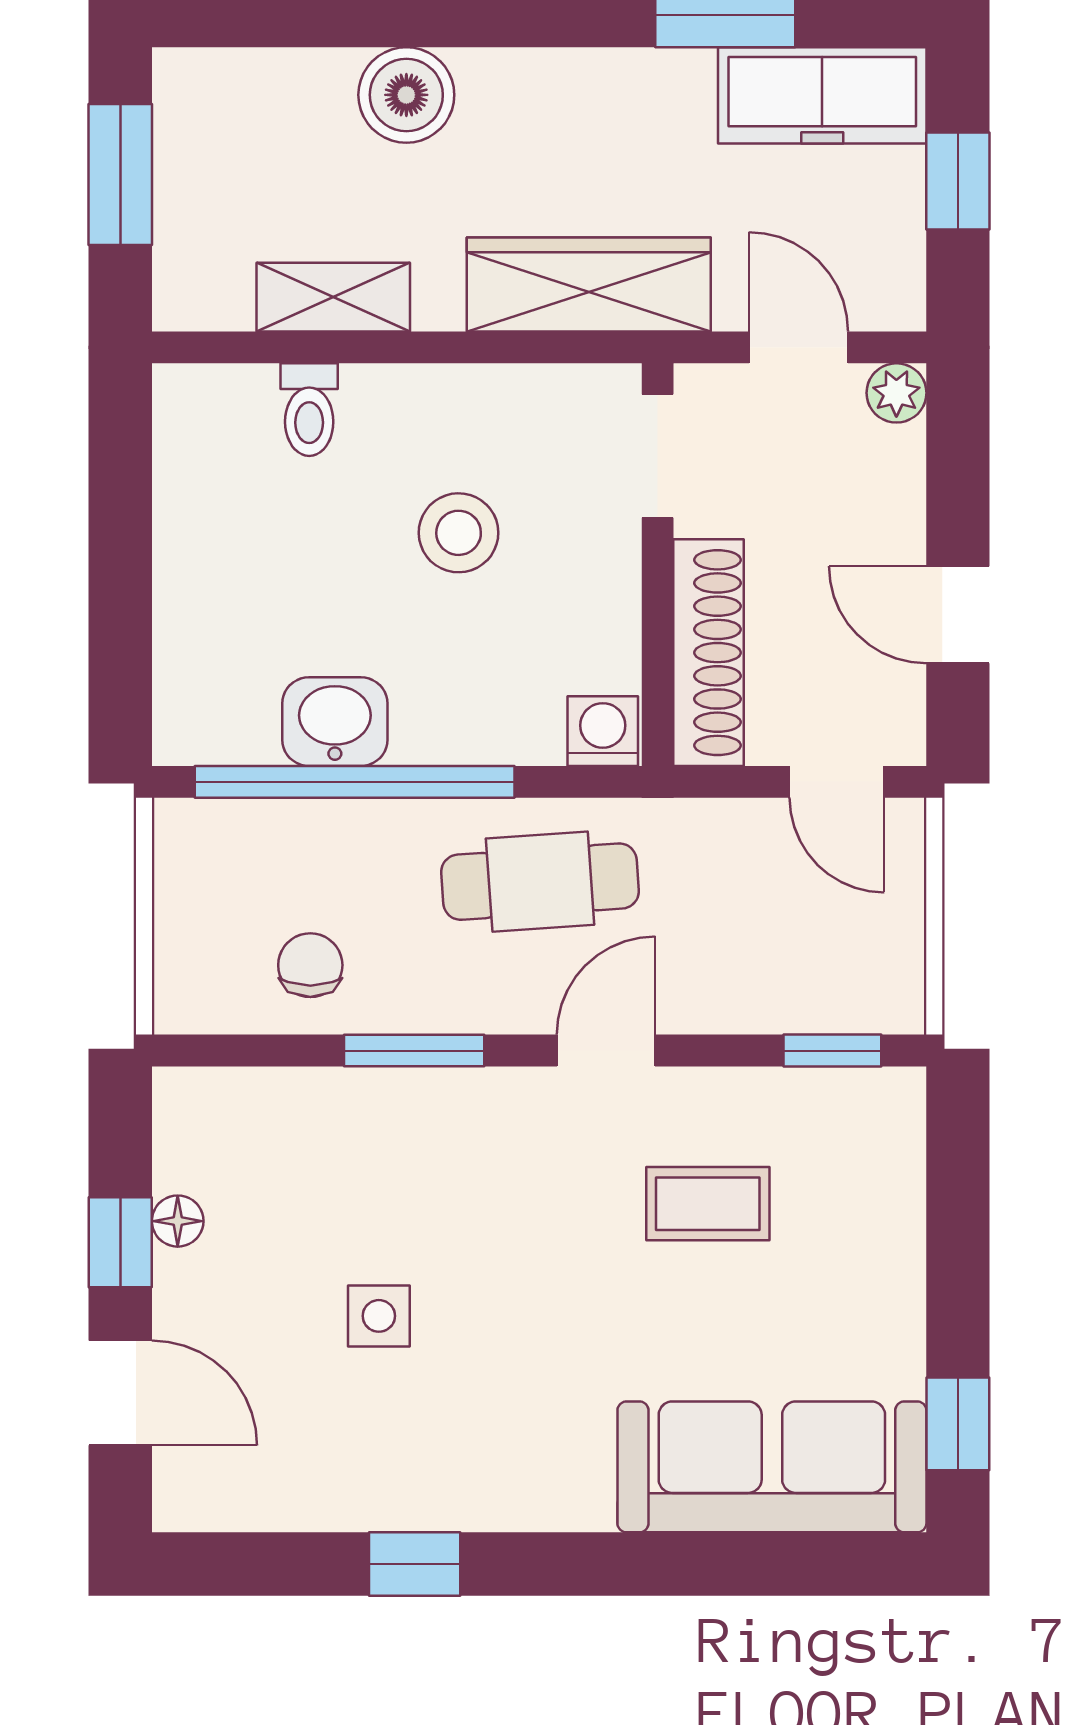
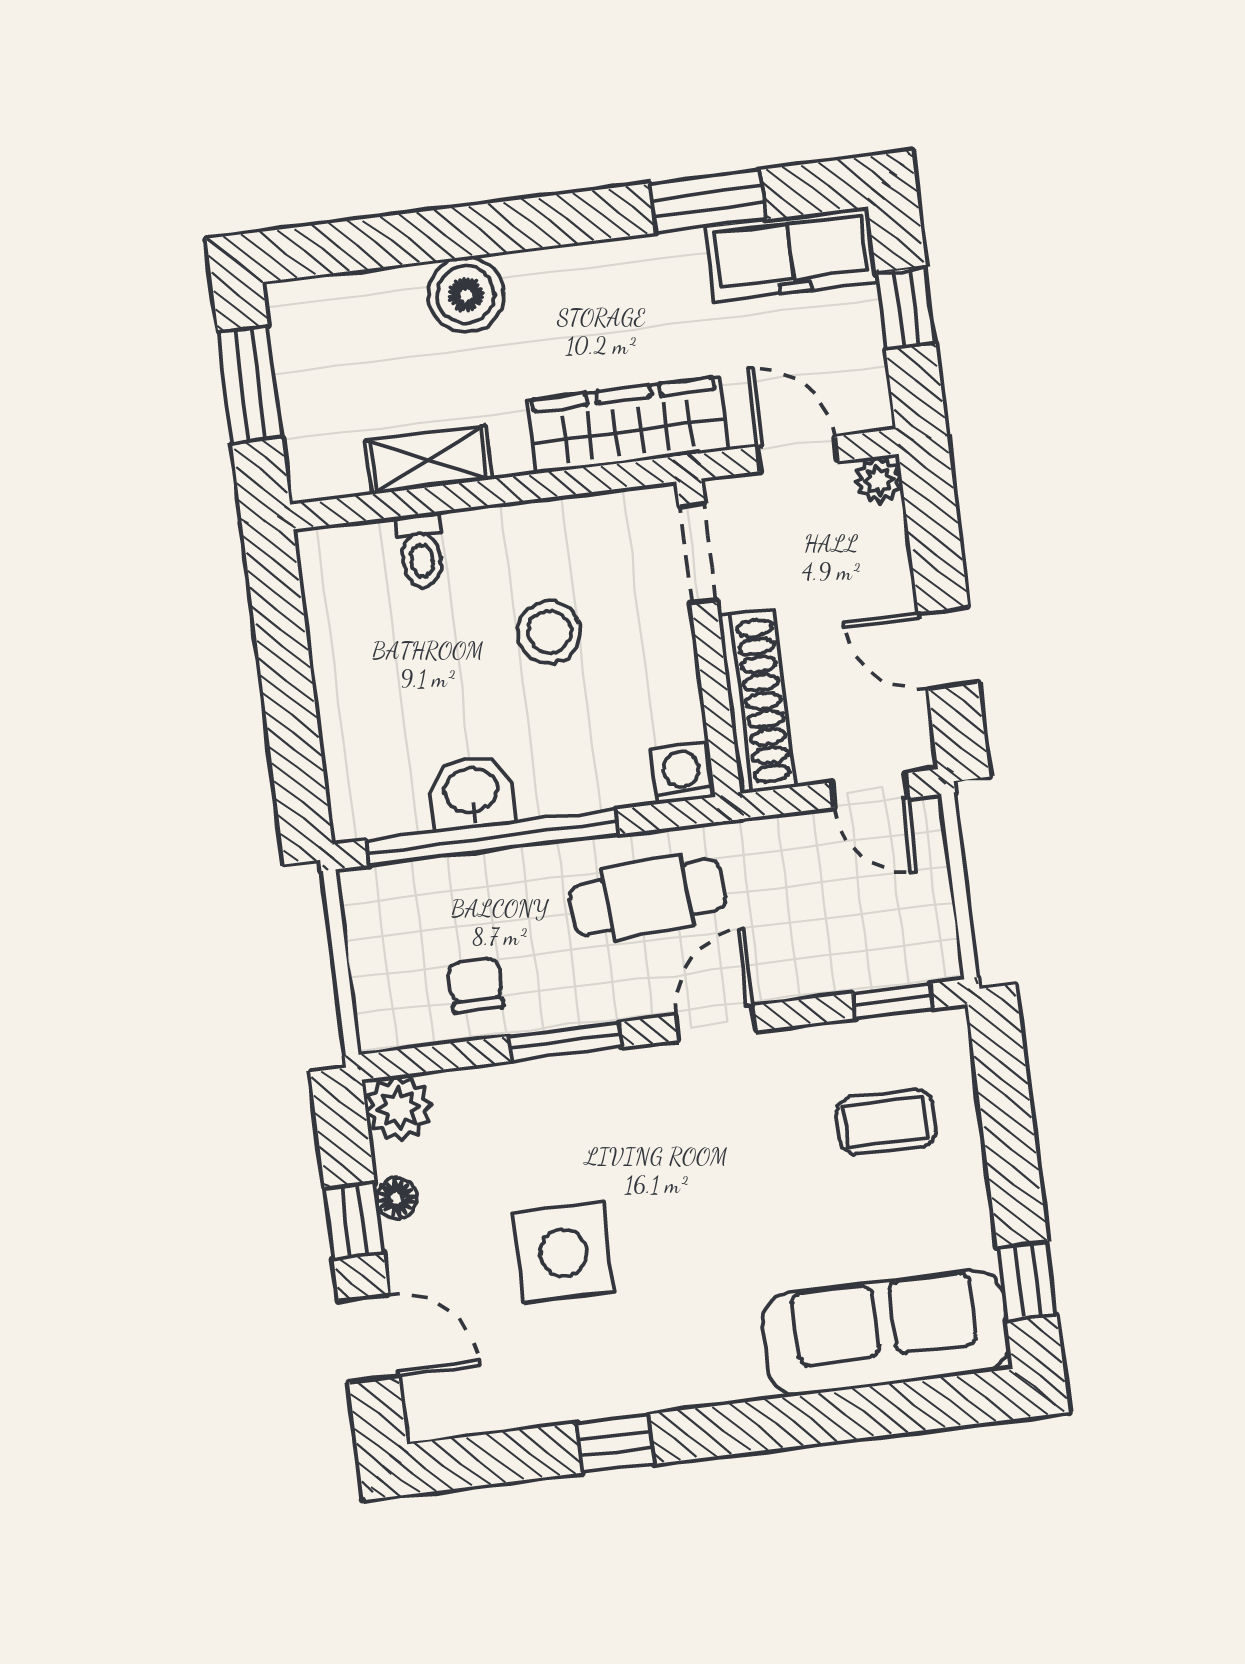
plant: (194, 1109) -> (399, 1109), added
coffee table: (708, 1204) -> (886, 1122), moved
side table: (379, 1316) -> (563, 1253), width x1.87, depth x1.87

